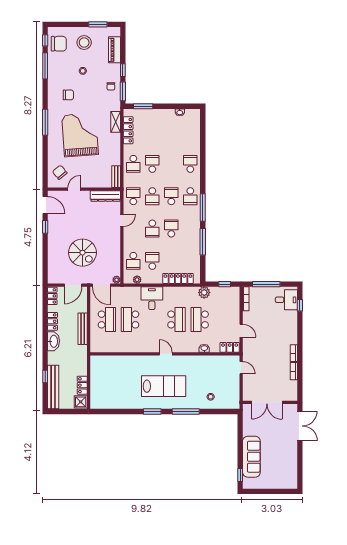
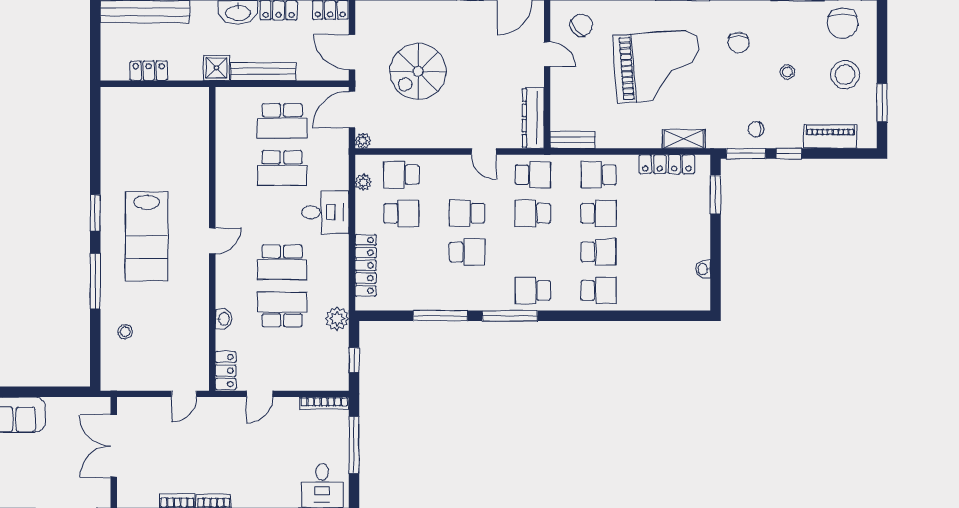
school desk: (171, 196) -> (598, 252), moved
school desk: (130, 320) -> (282, 168), turned 180
shower: (81, 402) -> (216, 68), moved

